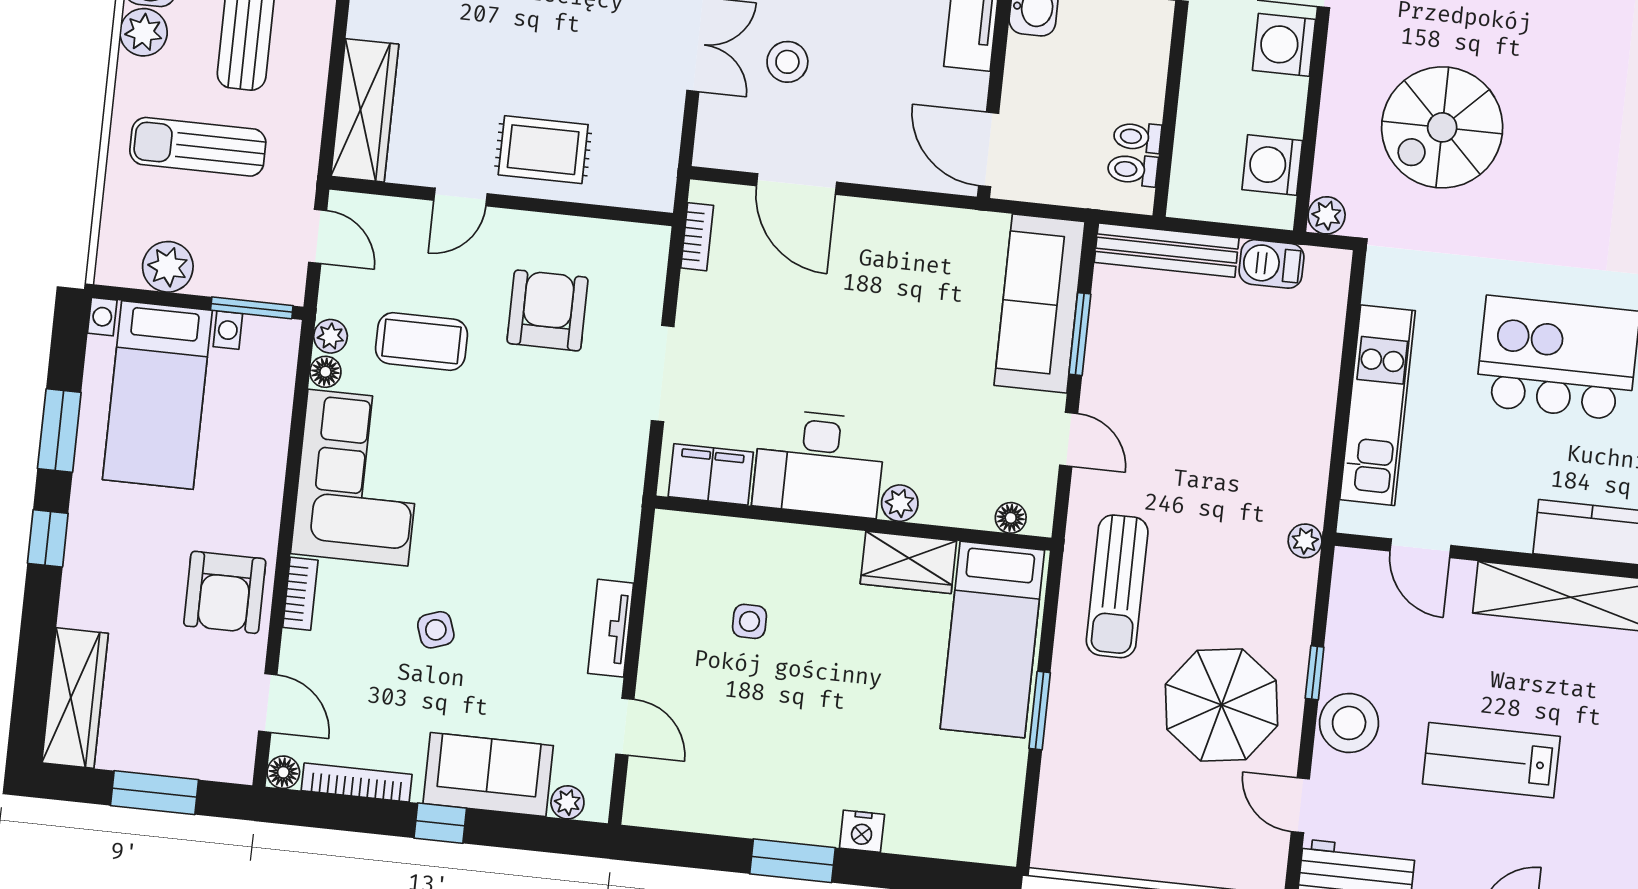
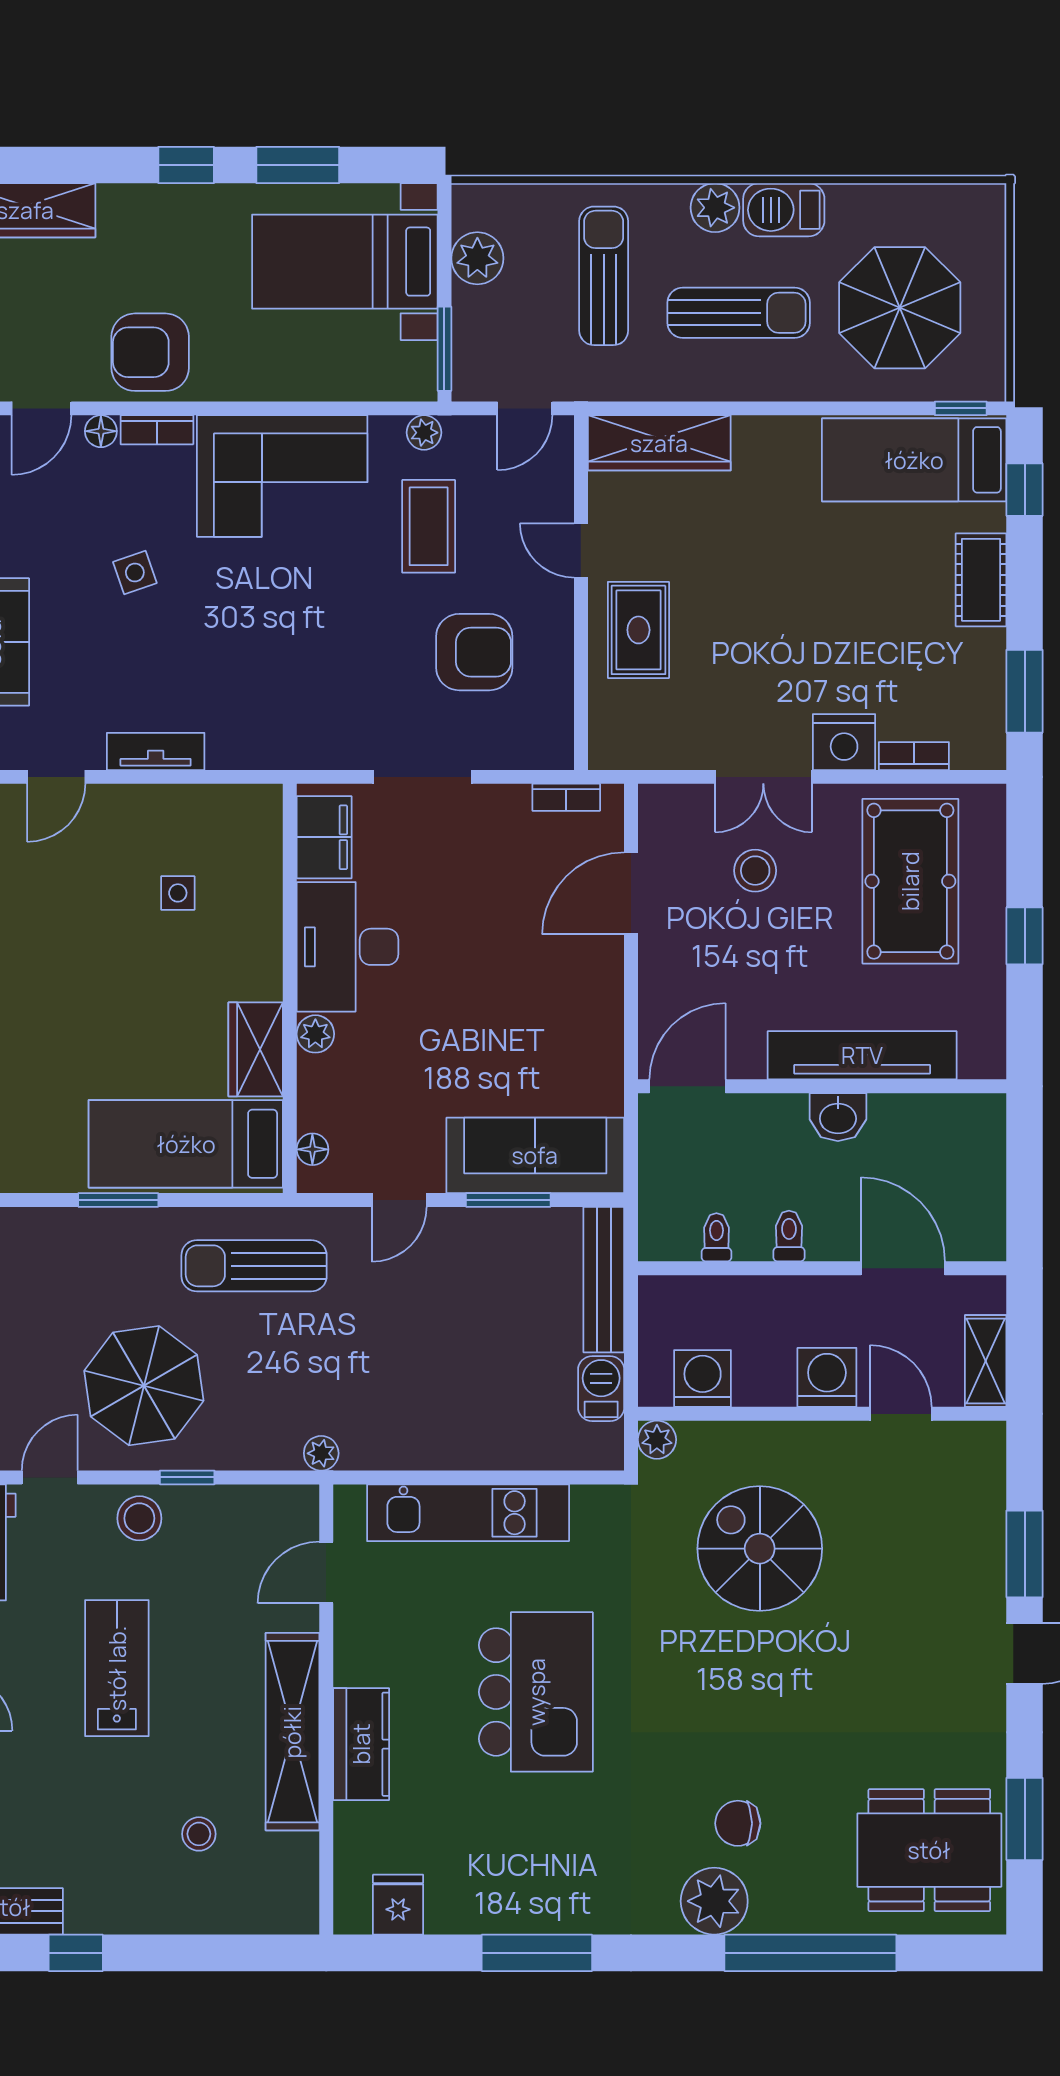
toilet: (1133, 170) -> (789, 1236), moved
floor lamp: (325, 372) -> (101, 431), moved
stool: (1349, 723) -> (139, 1518), width x0.73, depth x0.73

